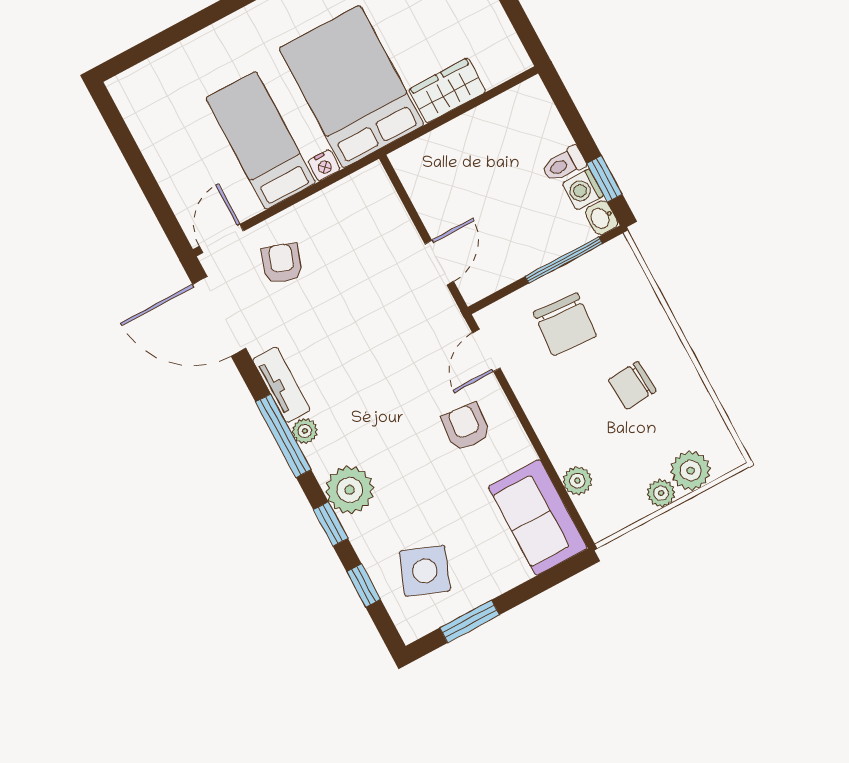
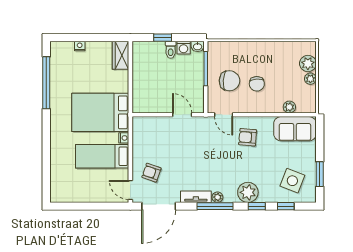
wardrobe: (447, 91) -> (121, 55), moved
window: (605, 179) -> (163, 38), moved
chair: (632, 386) -> (257, 84), moved

